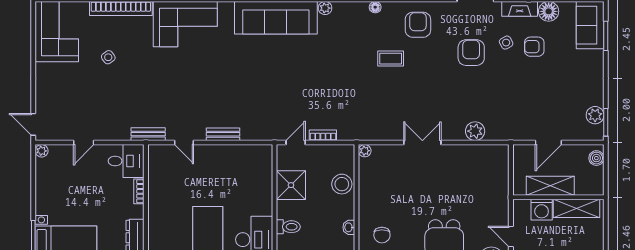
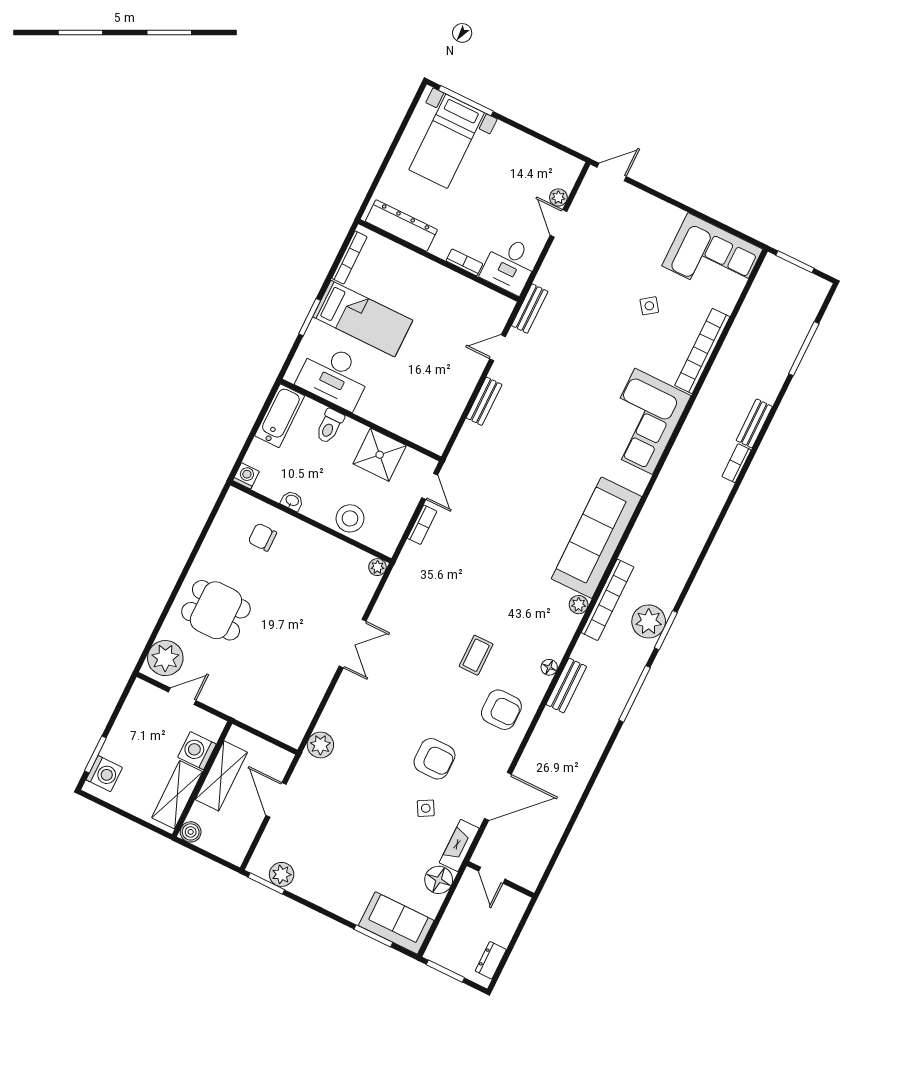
armchair: (534, 47) -> (404, 841), removed
plant: (475, 131) -> (320, 745), moved
plant: (42, 151) -> (558, 197), moved
boiler: (596, 158) -> (191, 832), moved

